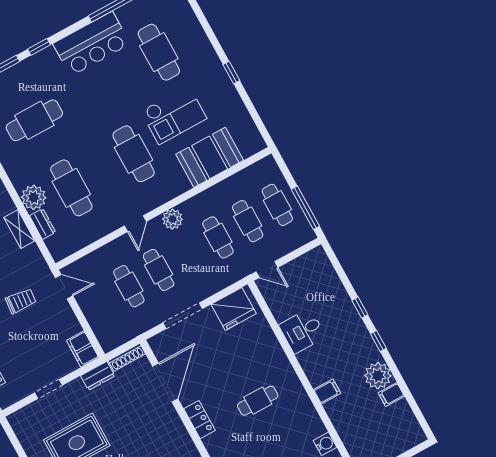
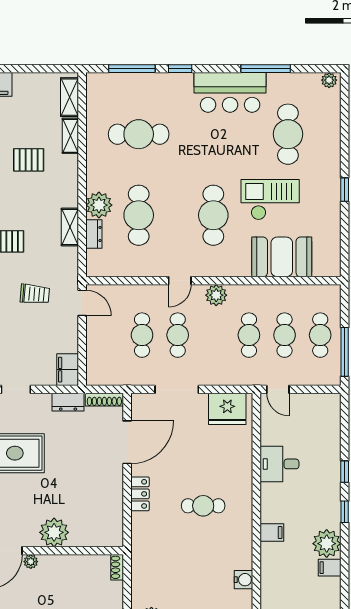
checkout: (174, 115) -> (270, 200), turned 180

